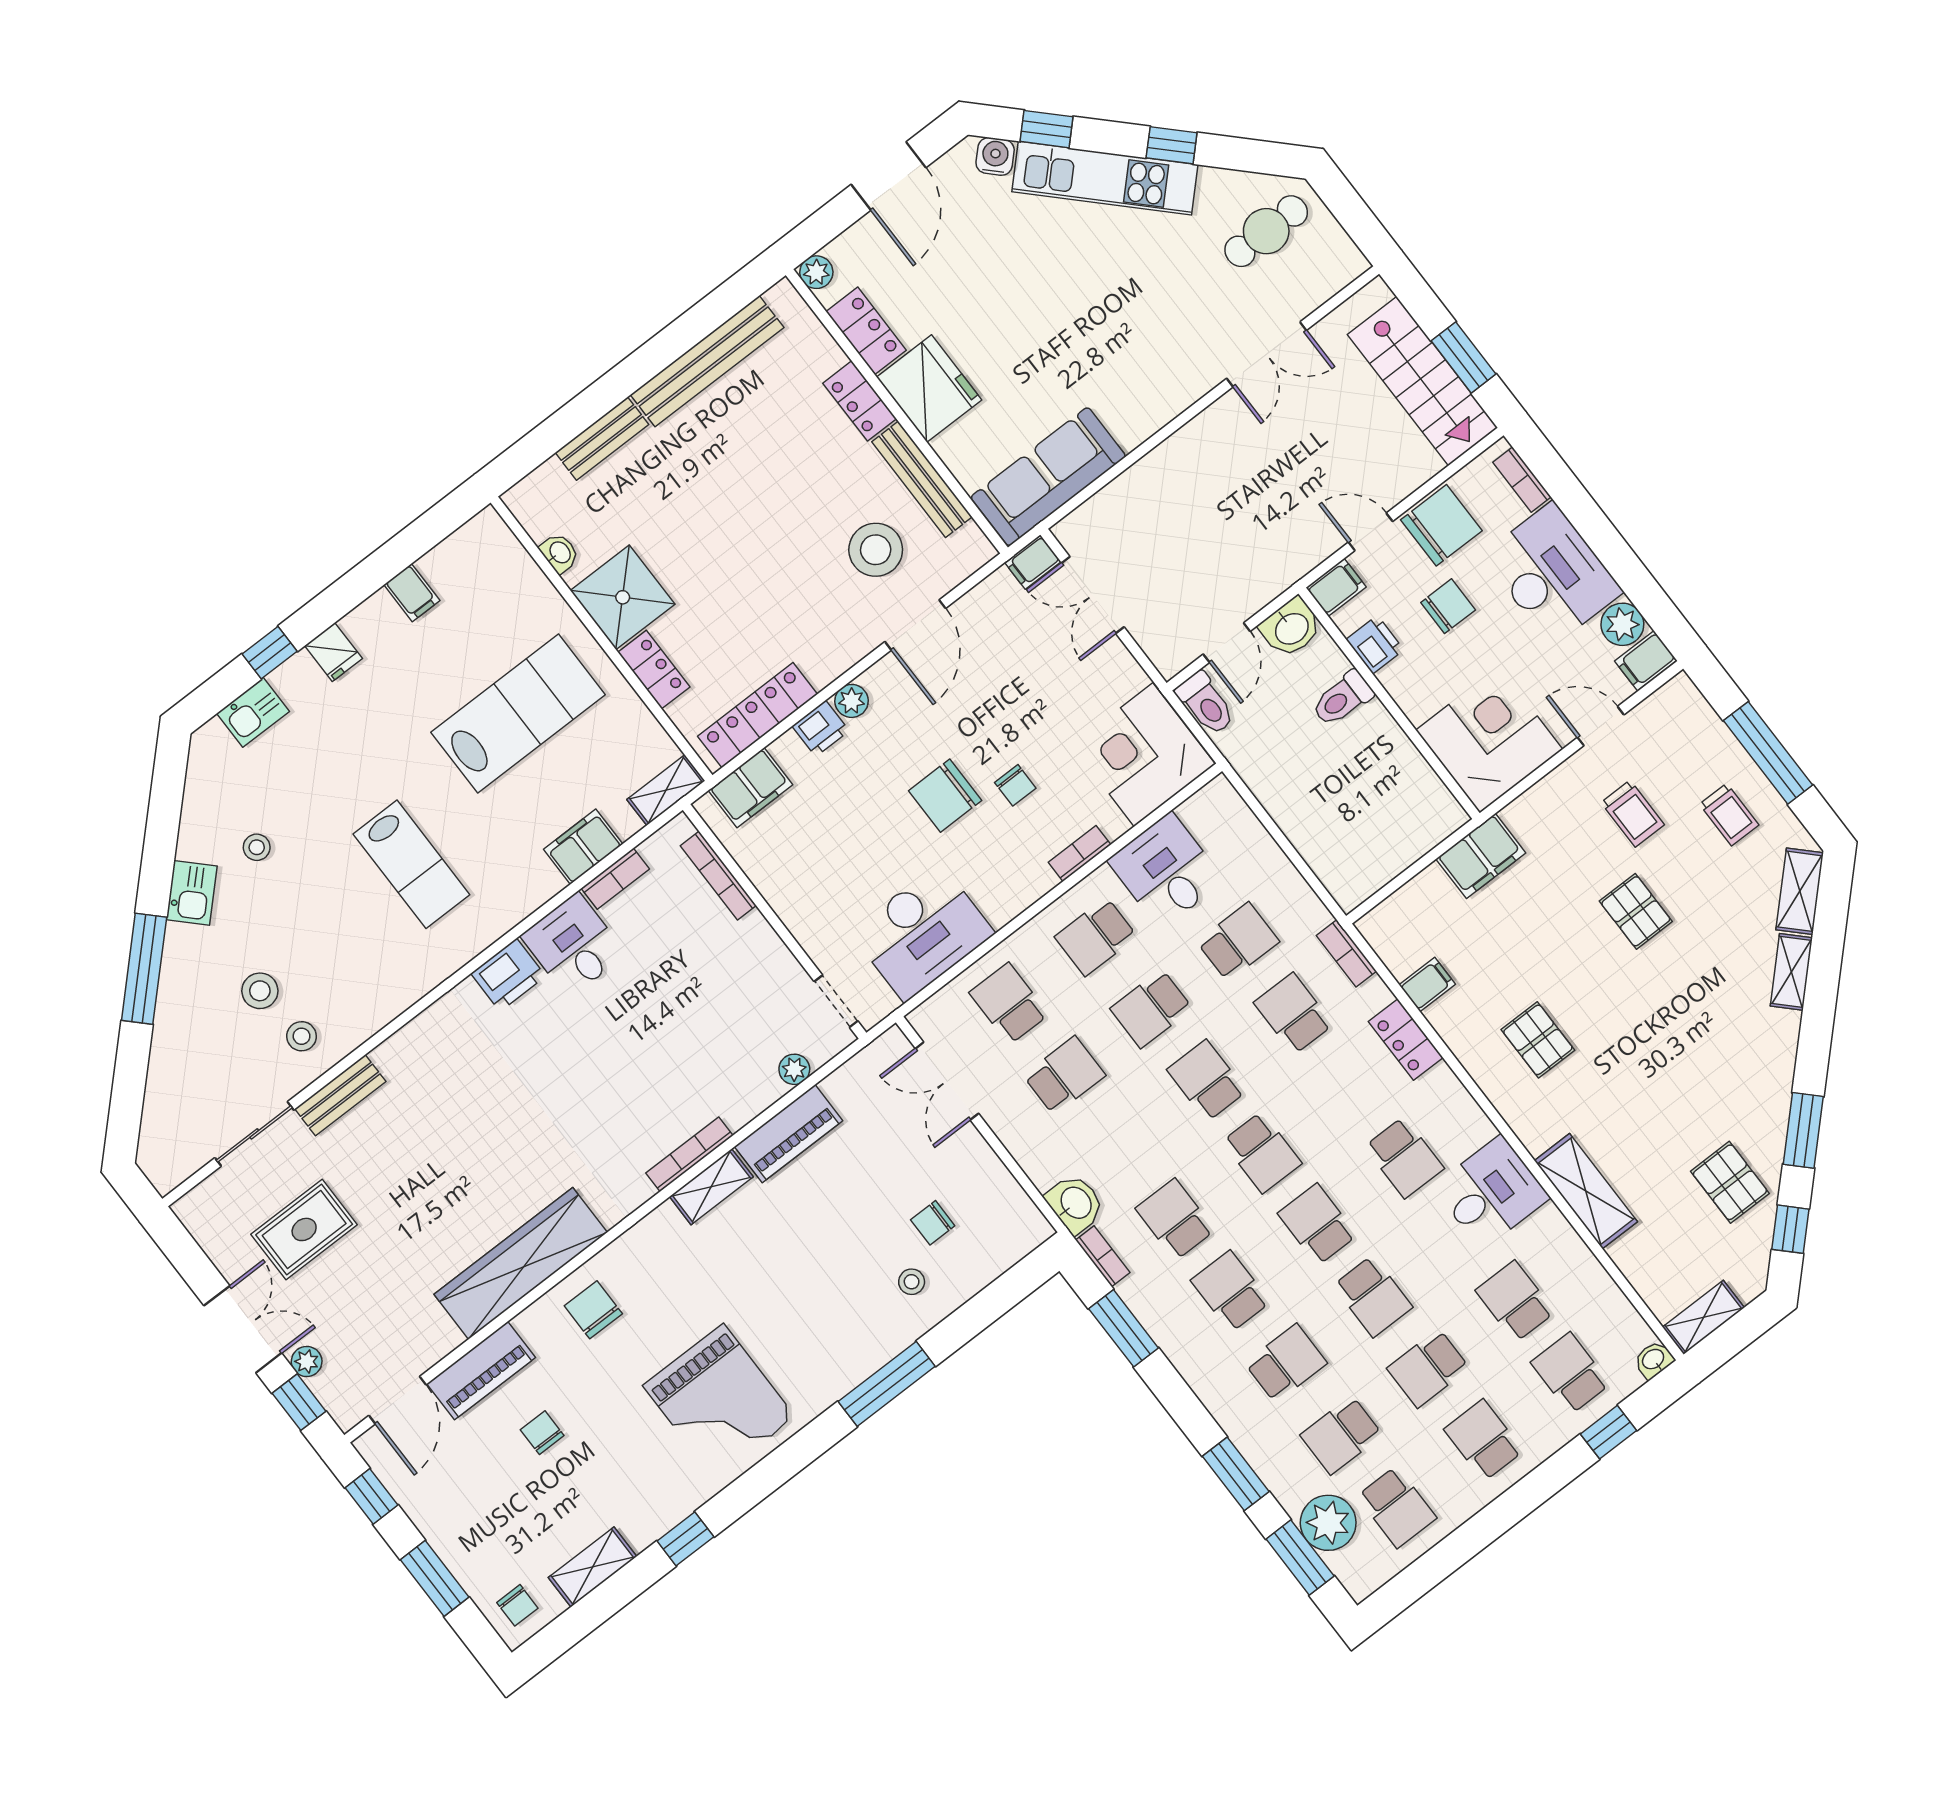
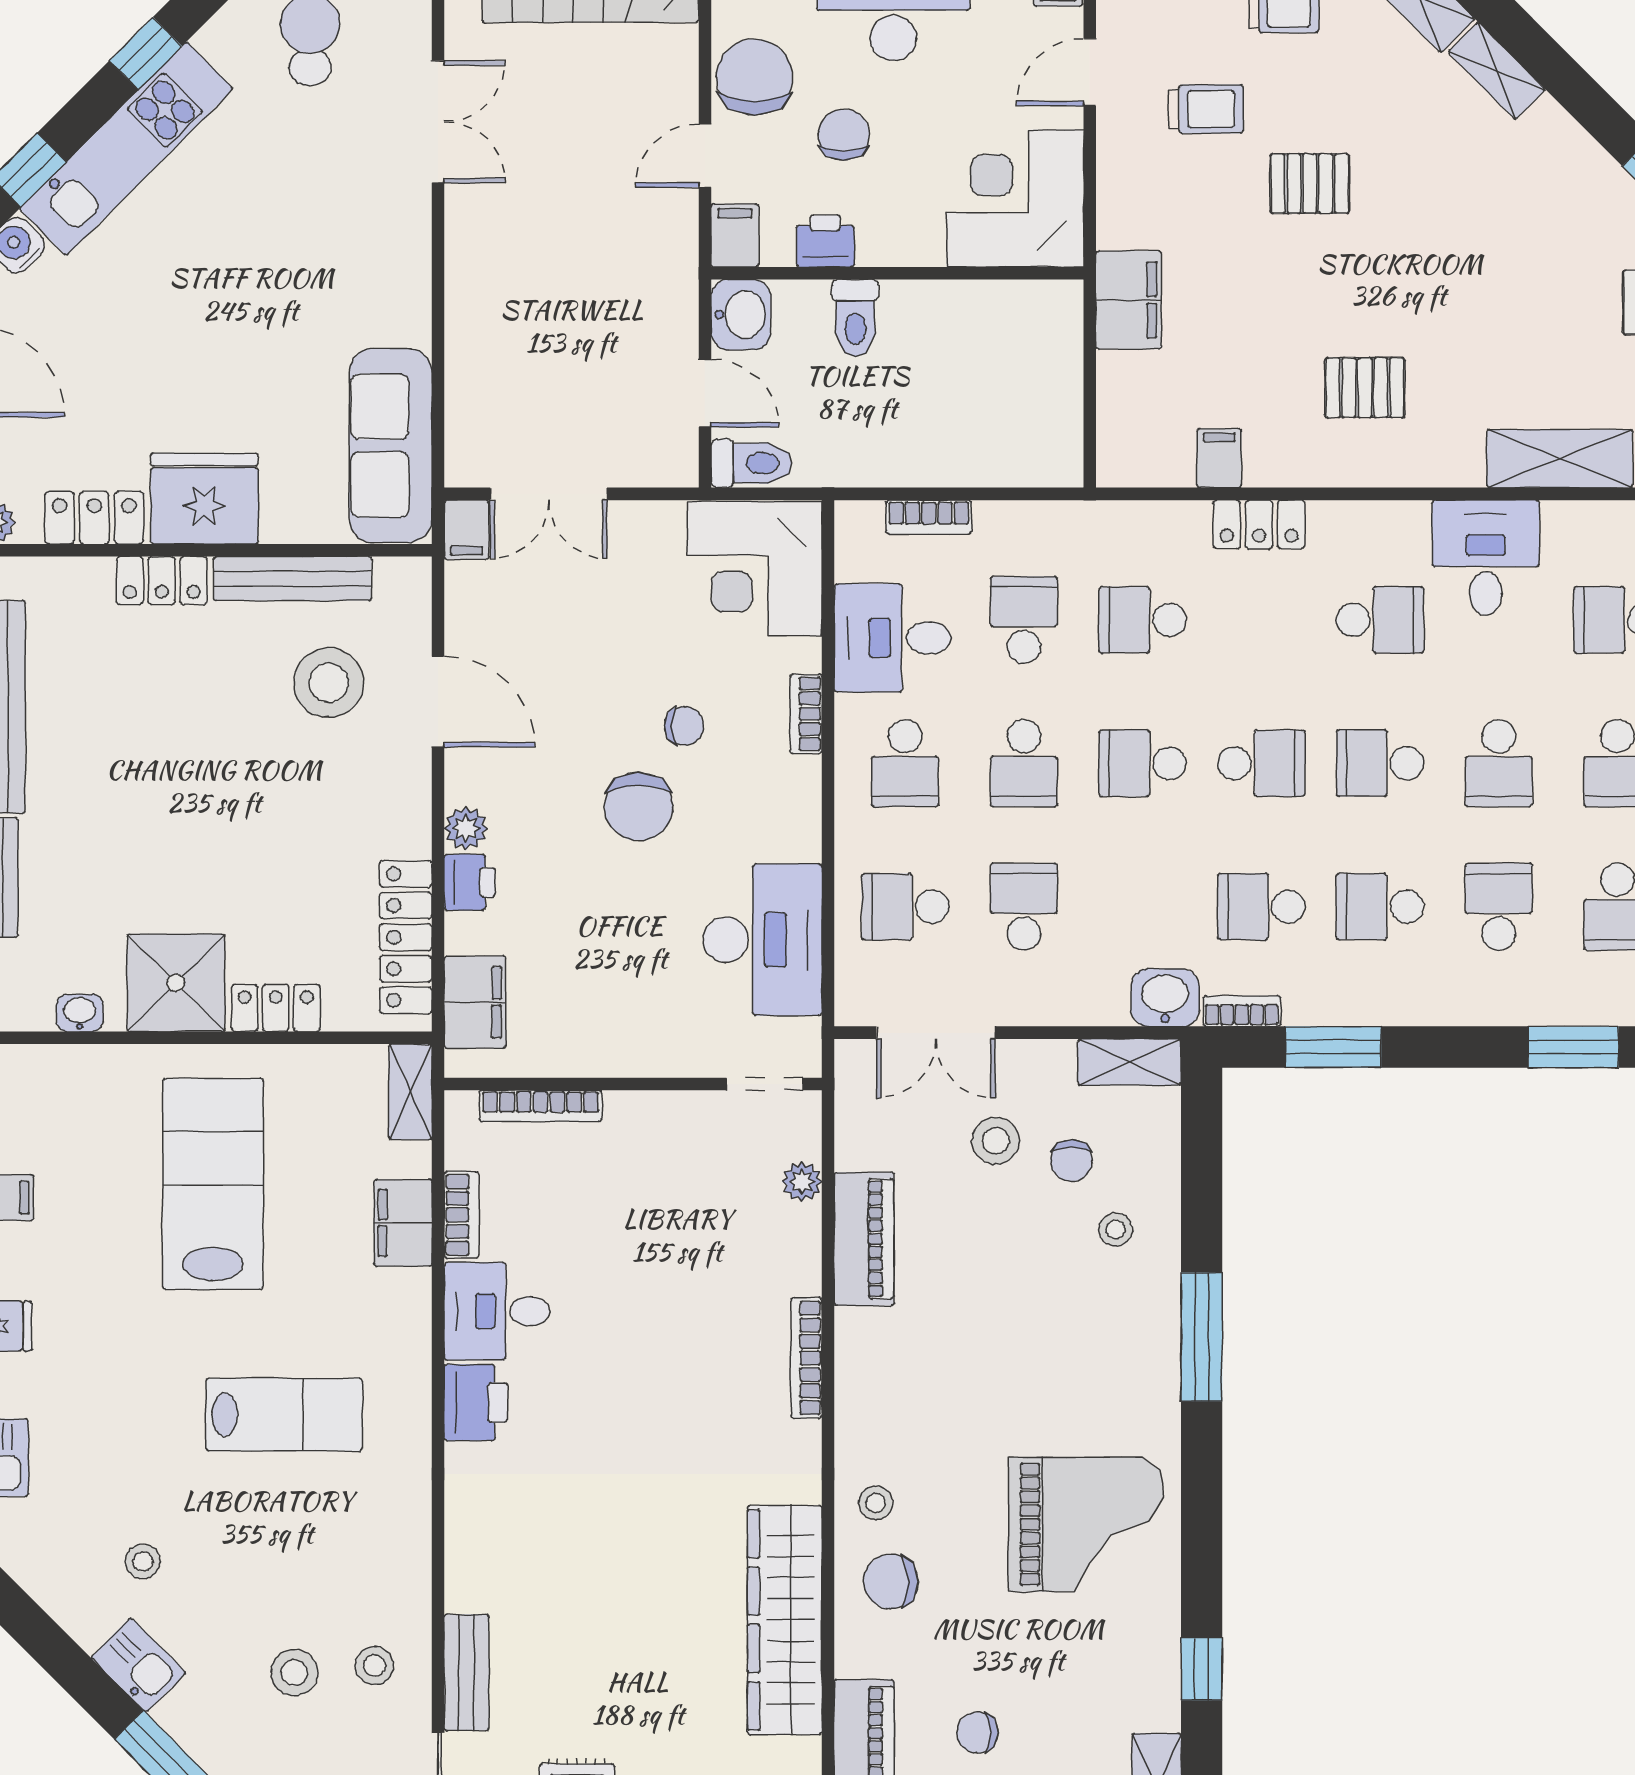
bookcase: (1346, 953) -> (929, 517), moved
stool: (909, 1168) -> (996, 1141), added
shelving: (711, 1187) -> (1130, 1062), moved, turned 90
stool: (634, 1264) -> (876, 1503), added
school desk: (1373, 1296) -> (1499, 763), turned 90

